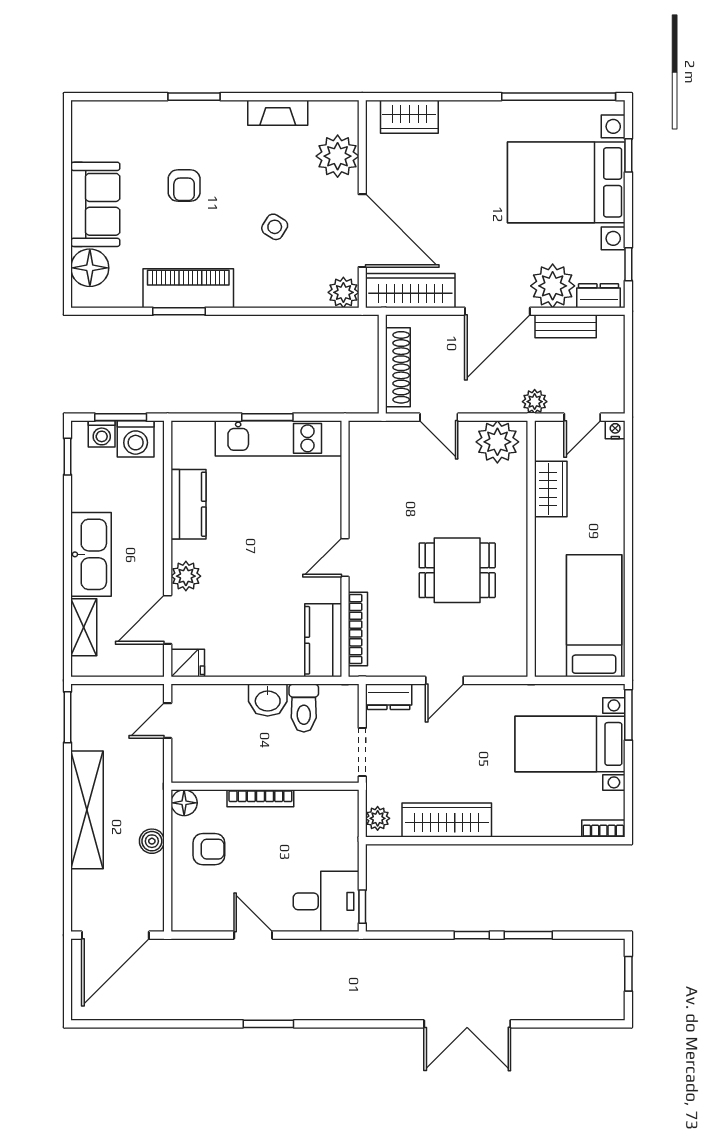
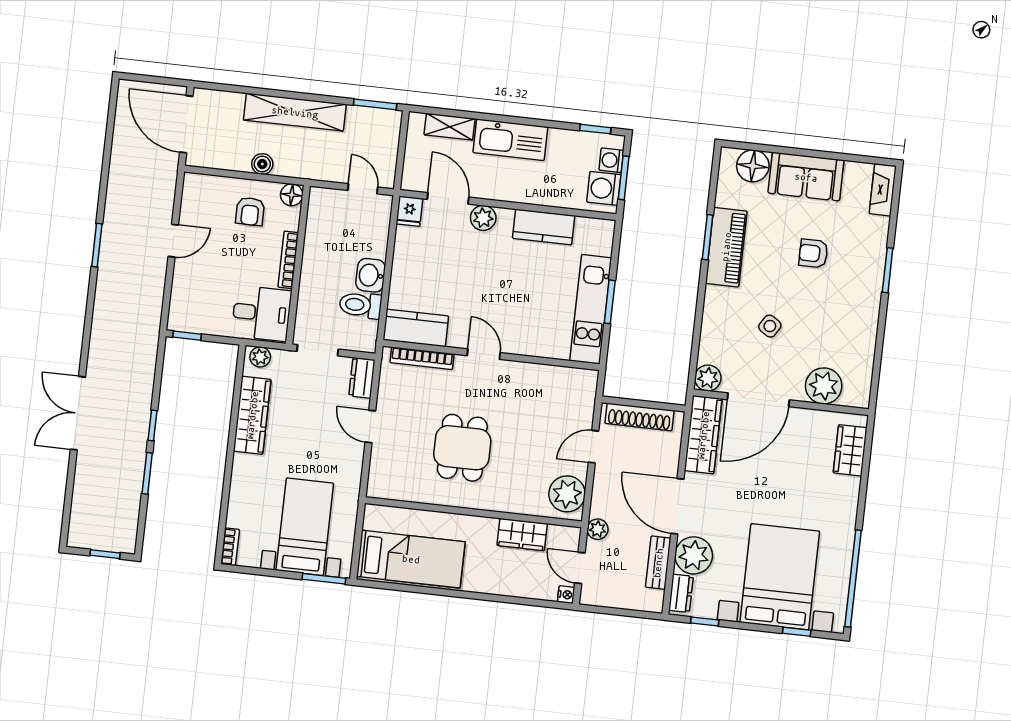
fireplace: (278, 113) -> (883, 190), moved
desk: (326, 901) -> (262, 313), moved, turned -90

